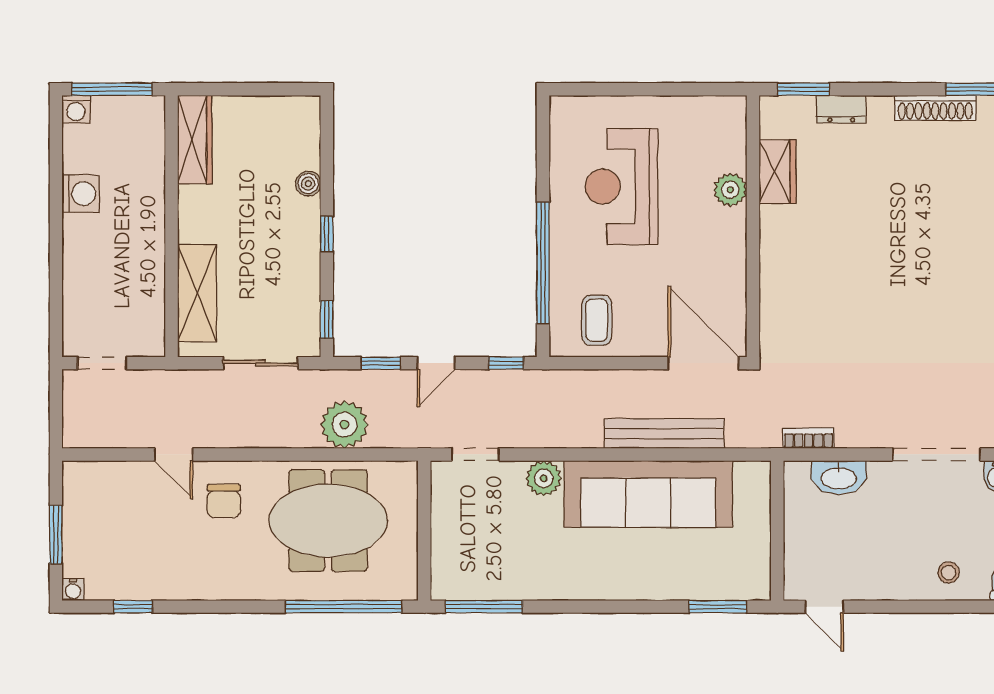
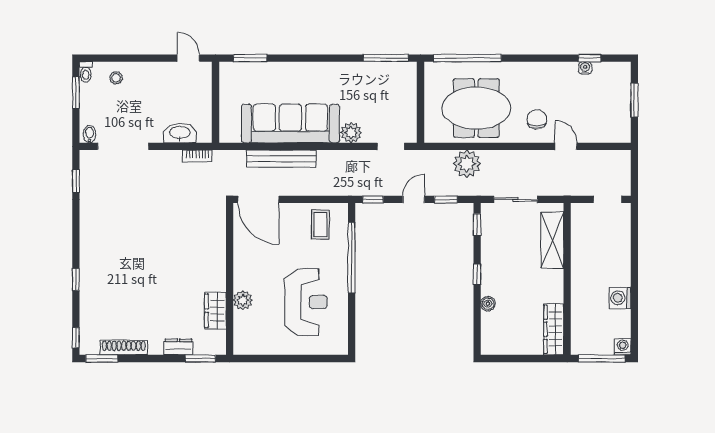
water cooler: (73, 590) -> (585, 68), moved

